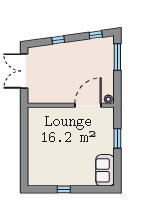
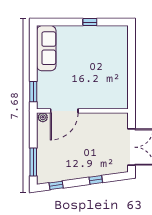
window: (117, 138) -> (33, 92), moved
sofa: (105, 170) -> (46, 48), width x1.36

